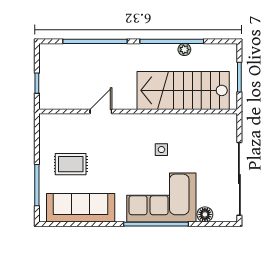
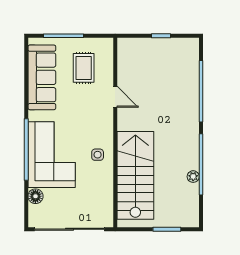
stairs: (183, 90) -> (135, 175), moved
door: (101, 112) -> (115, 97), moved
wall: (138, 112) -> (115, 132), moved

